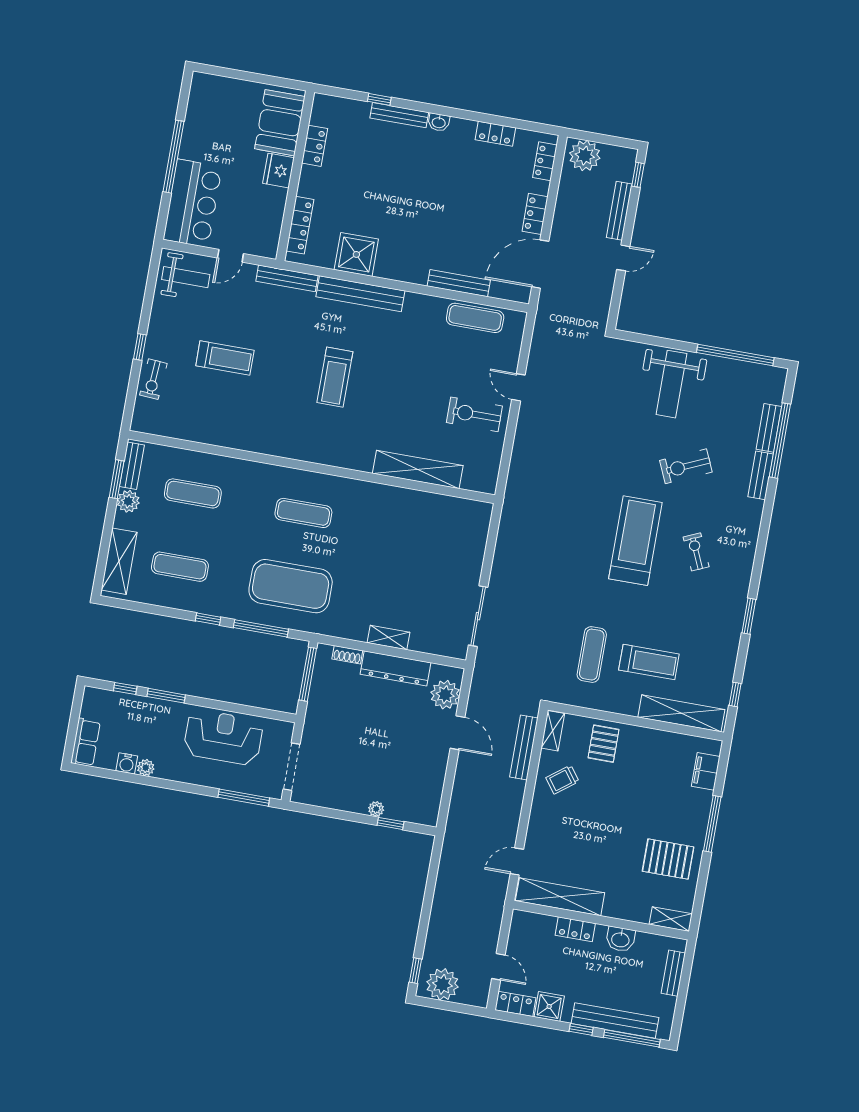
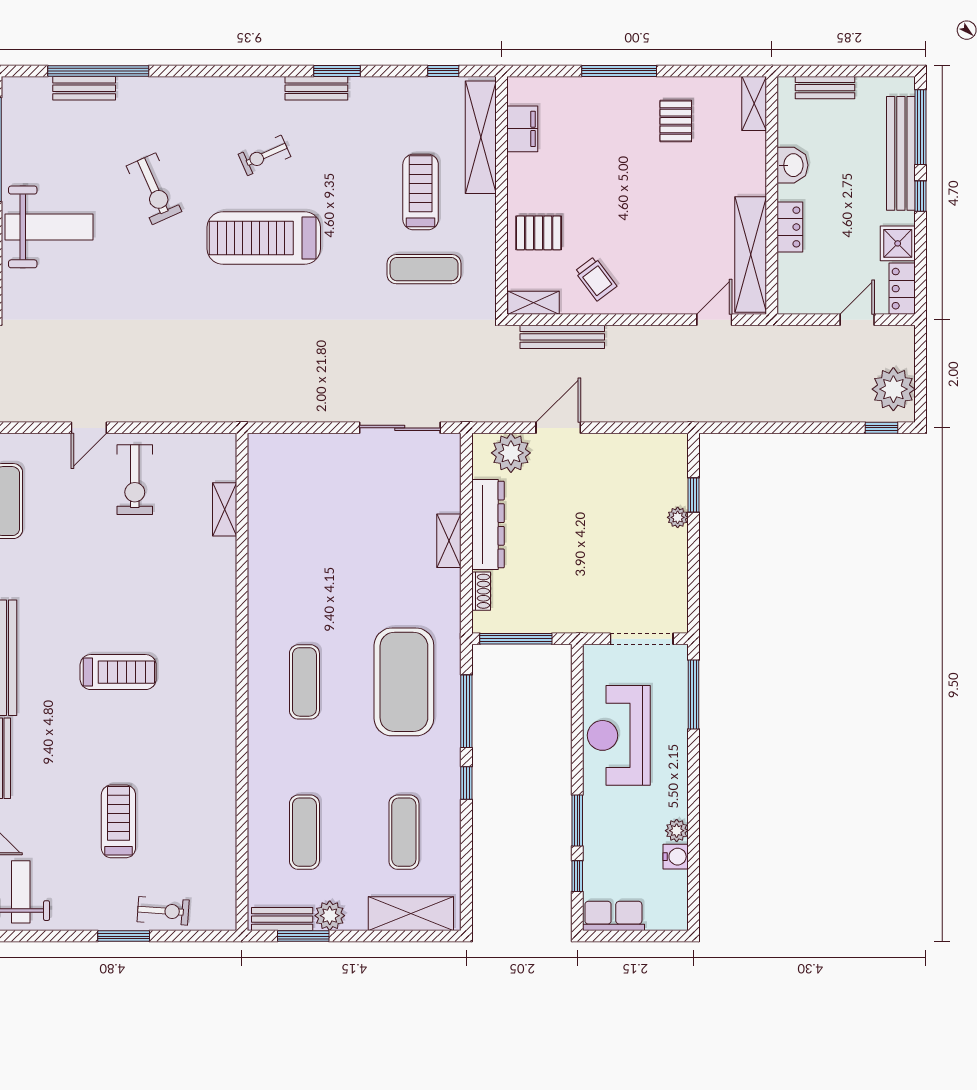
window: (140, 347) -> (124, 936), width x1.50
shelving: (418, 469) -> (225, 509), width x0.45, depth x0.75
bench: (761, 475) -> (316, 88), moved
row of seats: (85, 742) -> (613, 916), moved
filing cabinet: (706, 771) -> (522, 129), moved, turned -90
pallet: (668, 859) -> (676, 121), width x0.67, depth x0.71
door: (517, 861) -> (714, 320), swing flipped

